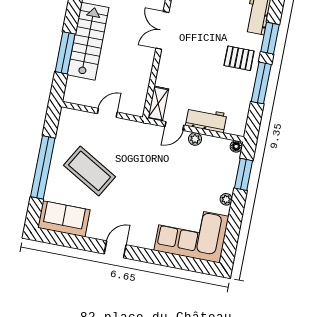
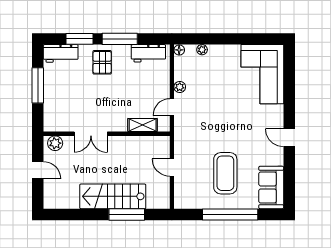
shelving: (158, 104) -> (143, 125), moved
workbench: (206, 120) -> (148, 53), moved, turned -90
door: (174, 126) -> (172, 107), swing flipped
coffee table: (90, 171) -> (225, 173), turned -30
window: (243, 174) -> (202, 39), removed
plant: (226, 199) -> (202, 50), moved

